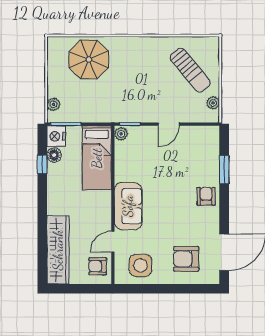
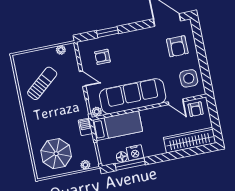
parasol: (89, 60) -> (56, 154), moved
sun lounger: (190, 70) -> (42, 83), moved
barbecue: (104, 115) -> (85, 127), added
nightstand: (56, 136) -> (135, 153), moved
window: (42, 164) -> (130, 164), width x2.17
armchair: (206, 196) -> (102, 57), moved
sofa: (128, 206) -> (133, 96), width x1.85, depth x1.27

